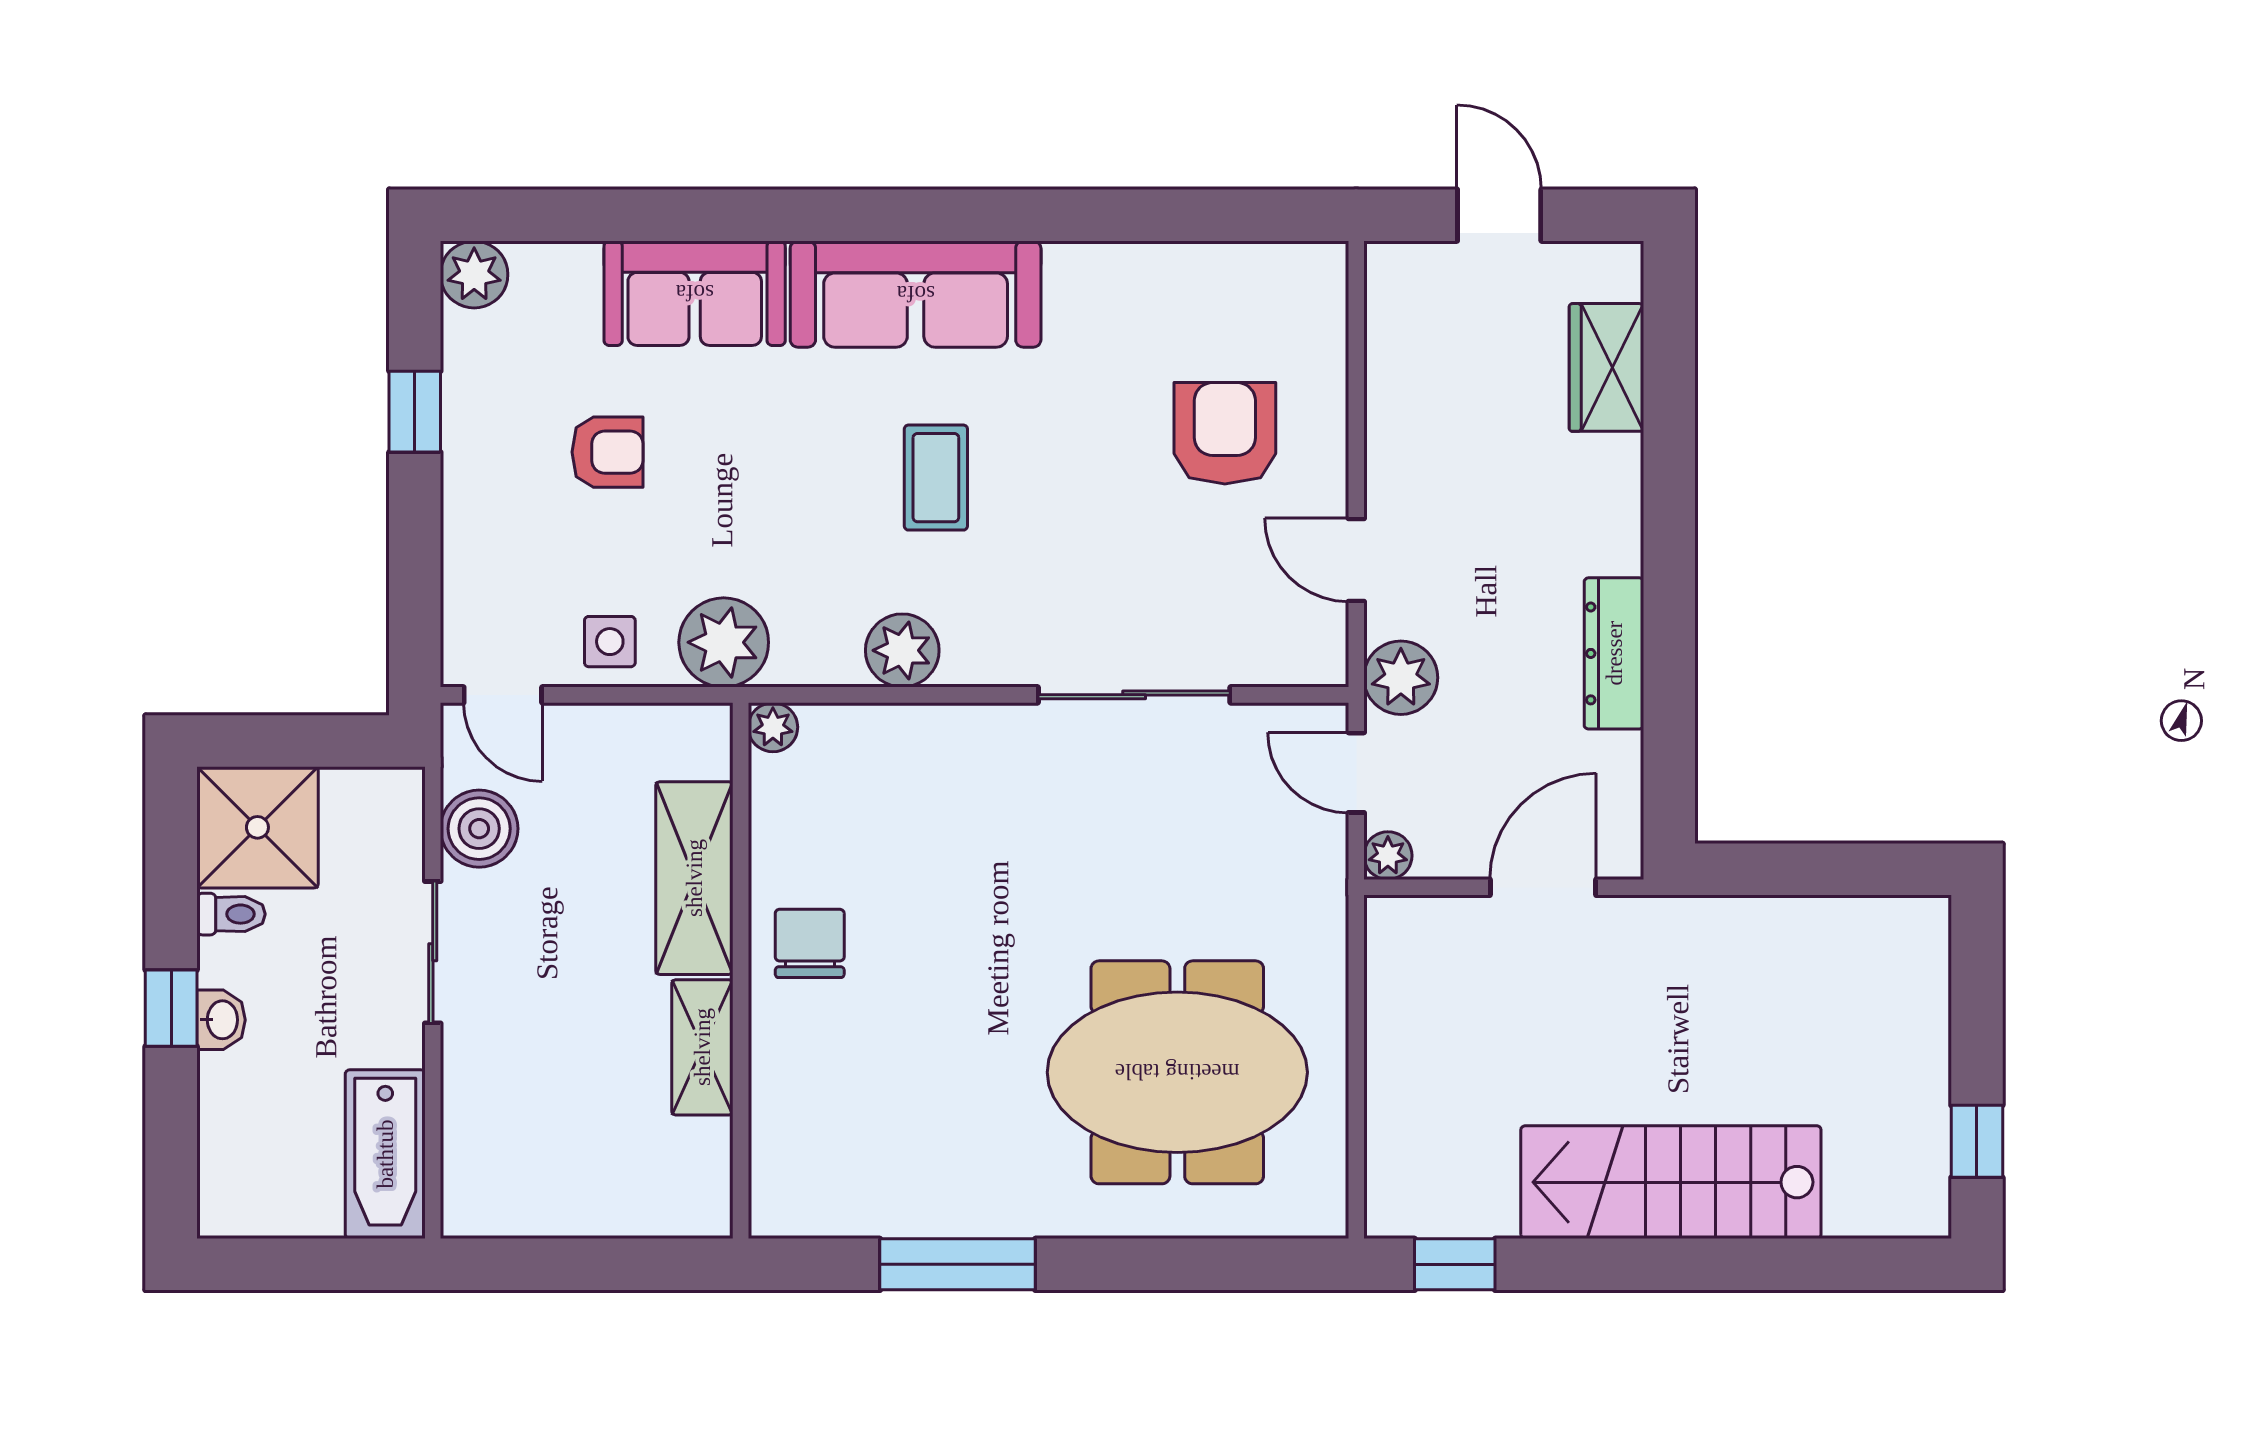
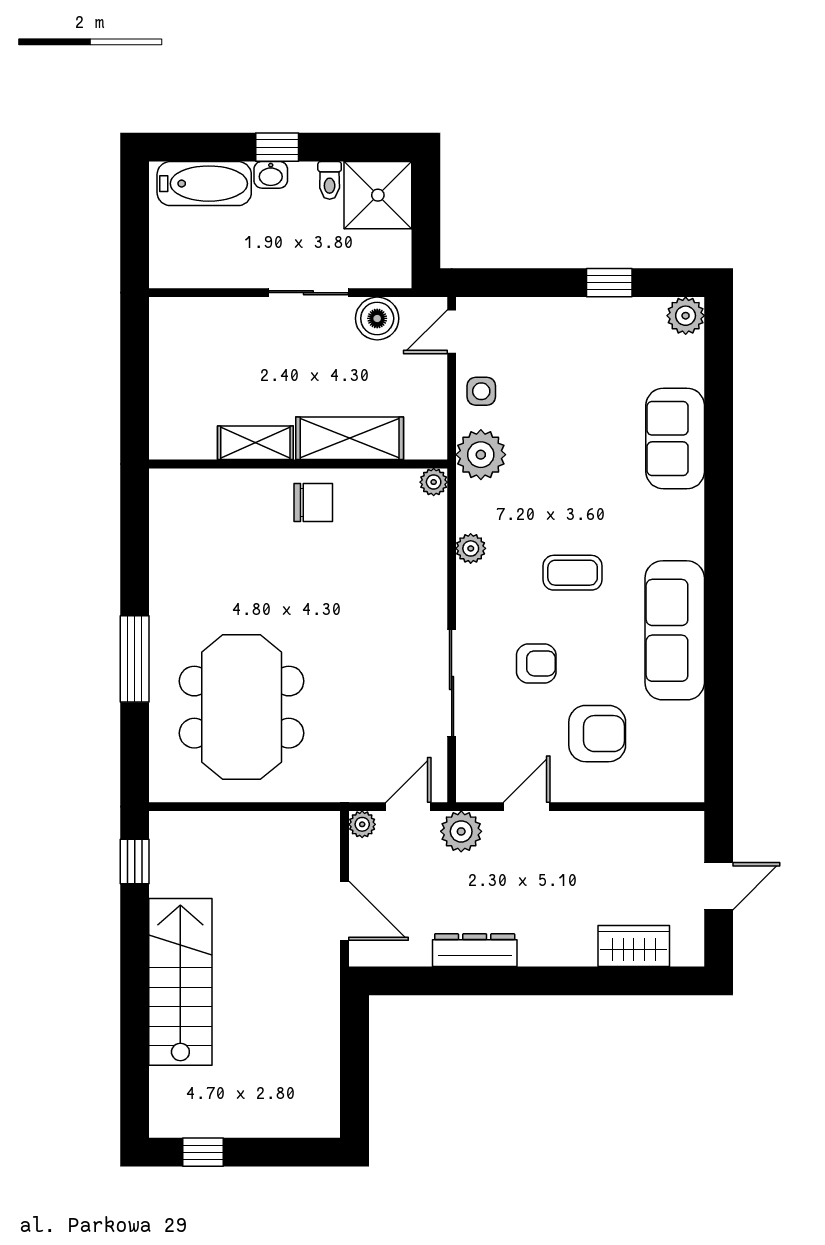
sofa: (916, 294) -> (675, 630), moved
armchair: (607, 452) -> (536, 663), moved, turned -90
plant: (902, 650) -> (471, 548), width x0.73, depth x0.73
bathtub: (385, 1154) -> (204, 184), moved, turned 180
window: (958, 1264) -> (135, 659), moved

